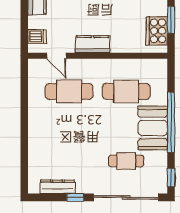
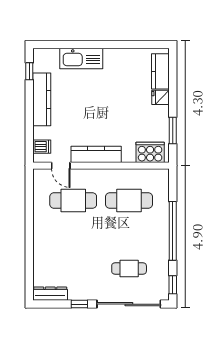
cooker: (157, 31) -> (150, 152), moved, turned 90
kitchen counter: (93, 44) -> (96, 154), width x1.50
booth: (153, 128) -> (155, 236), removed
dresser: (57, 187) -> (50, 294), moved

